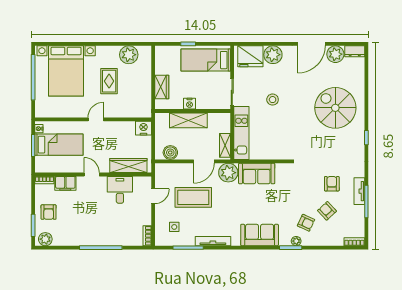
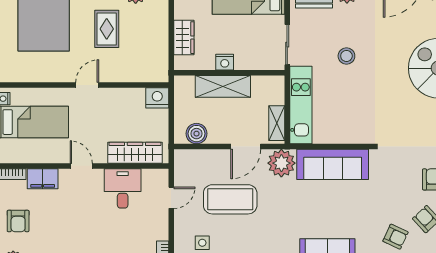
sofa: (257, 174) -> (333, 164), width x1.36

